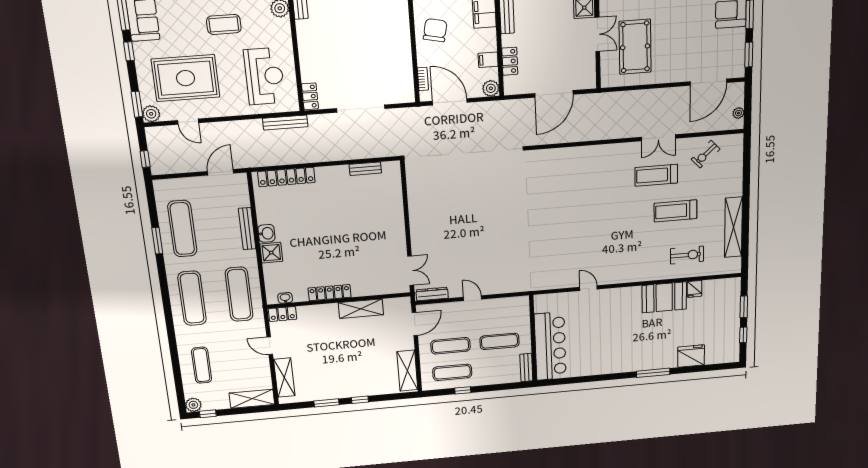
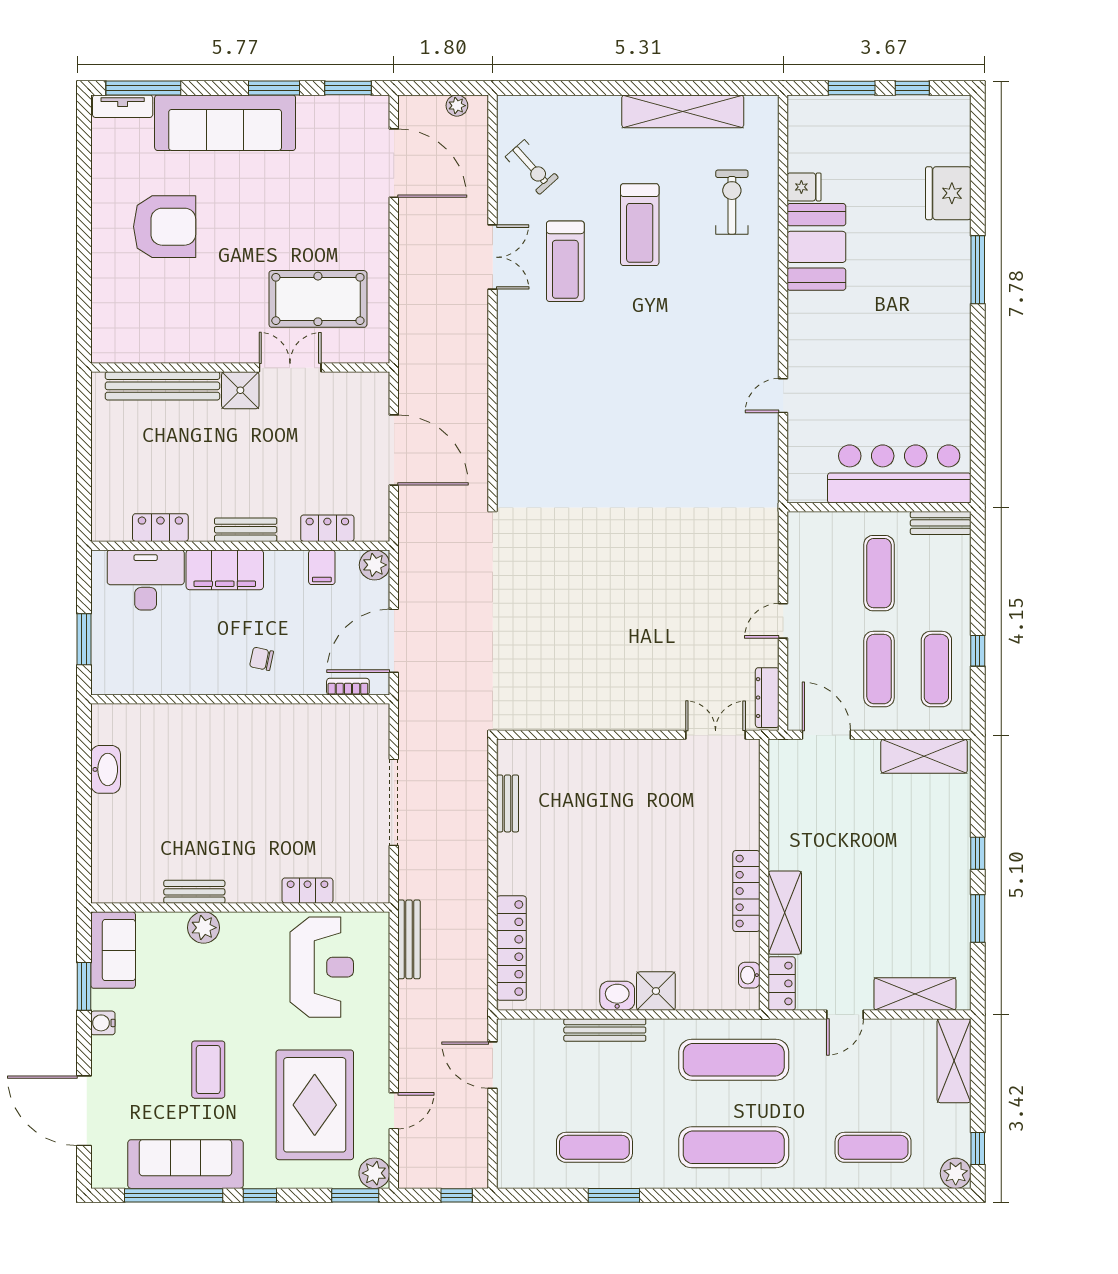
coffee table: (224, 24) -> (208, 1070), moved
chair: (435, 30) -> (262, 659), width x0.54, depth x0.54
reception desk: (264, 76) -> (322, 967), turned 90
locker: (310, 96) -> (307, 891), moved
exercise mat: (182, 229) -> (594, 1147), width x0.73, depth x0.69
shelving: (361, 309) -> (785, 913), moved

